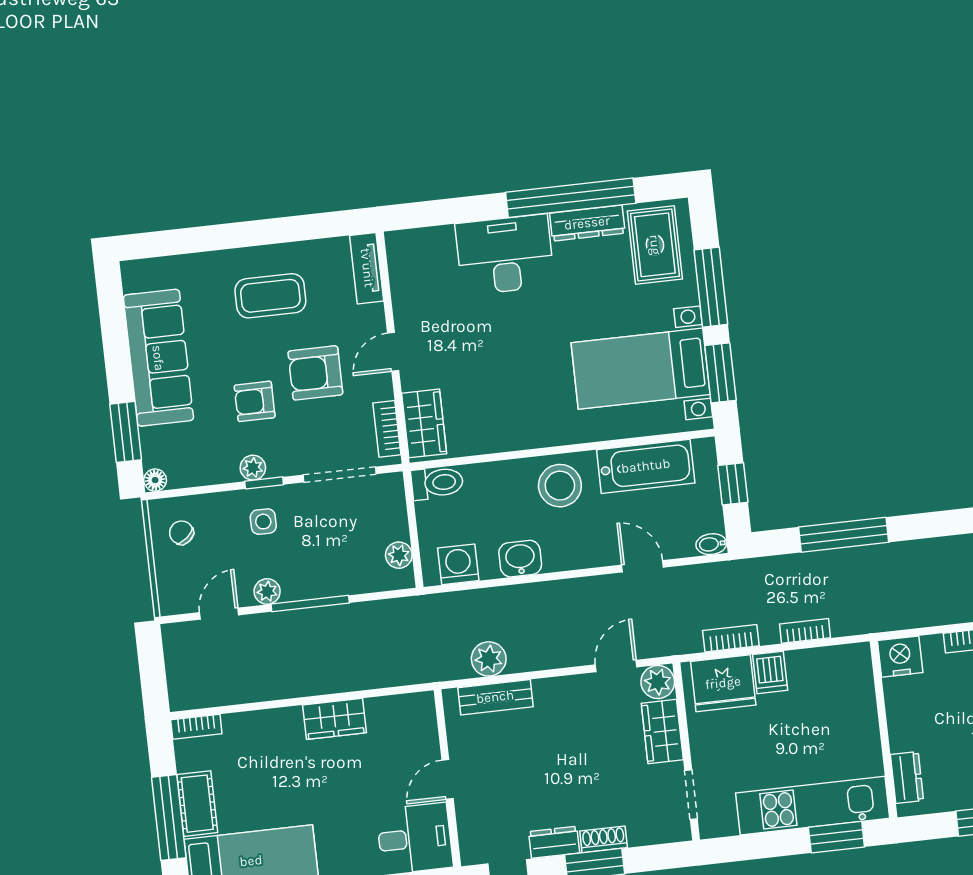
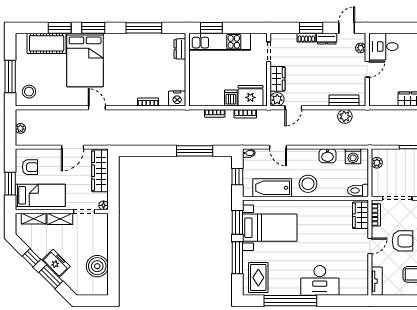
dresser: (587, 223) -> (285, 290), removed
plant: (469, 829) -> (361, 48), added

